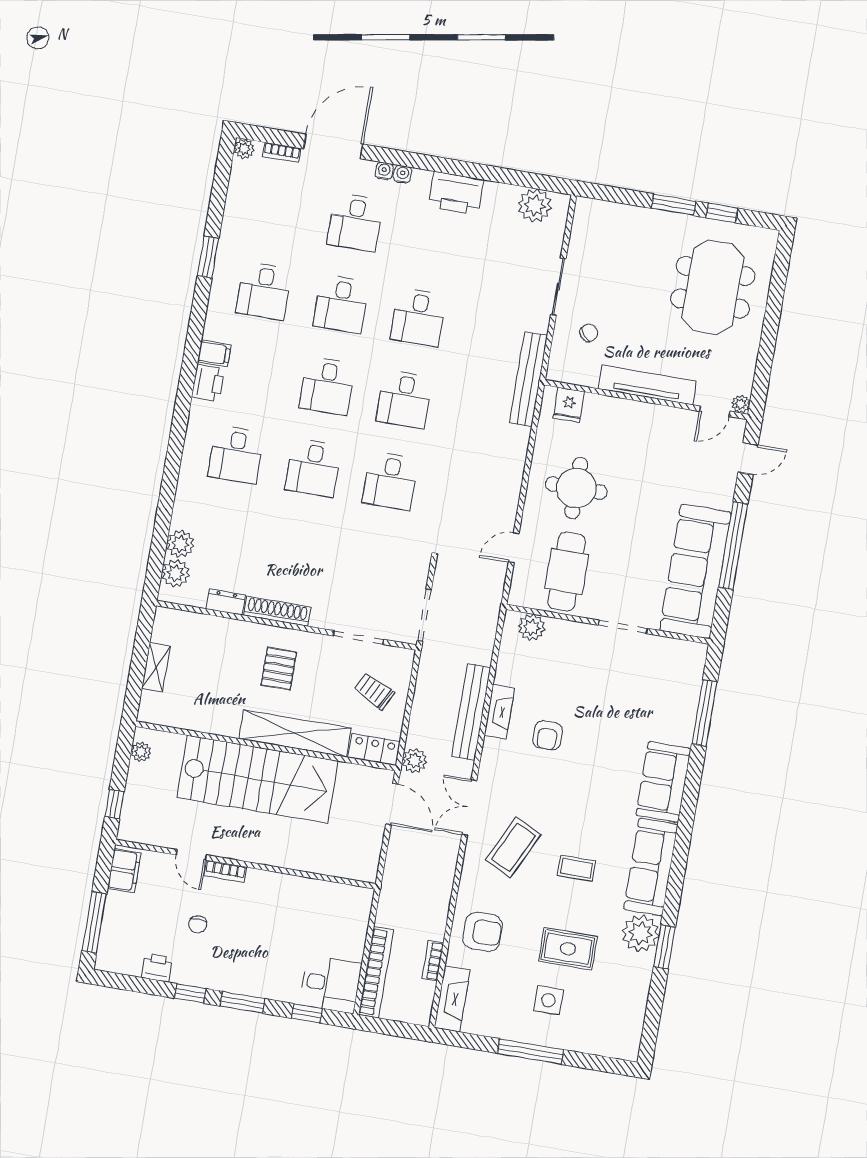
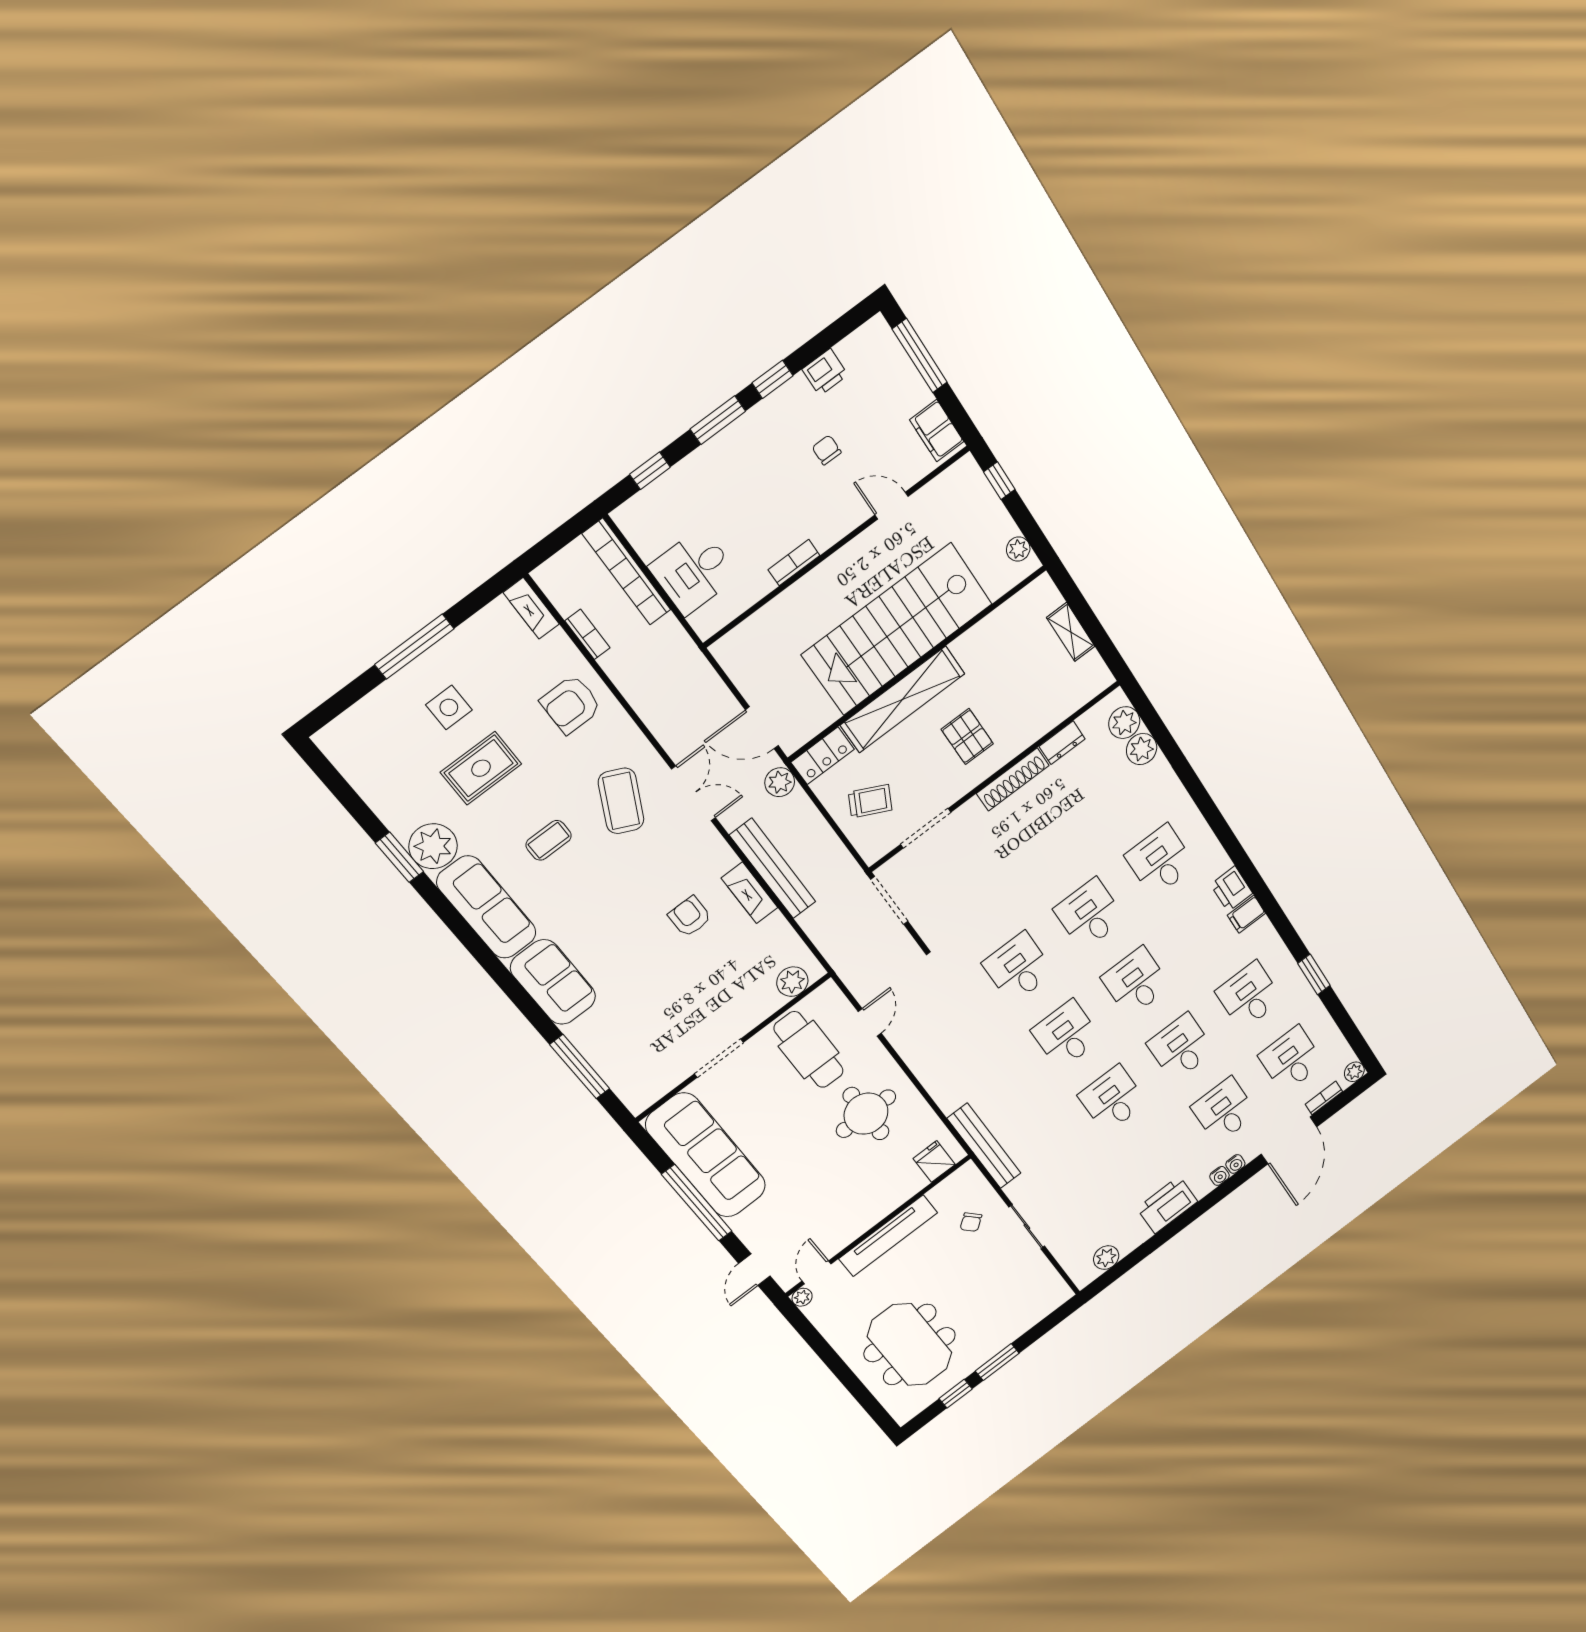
plant: (535, 205) -> (1106, 1258), width x0.73, depth x0.73
desk: (278, 209) -> (1291, 1059), added
bookcase: (225, 871) -> (794, 563), moved
desk: (331, 984) -> (694, 571), moved
fireplace: (452, 999) -> (531, 608), width x0.73, depth x0.76

